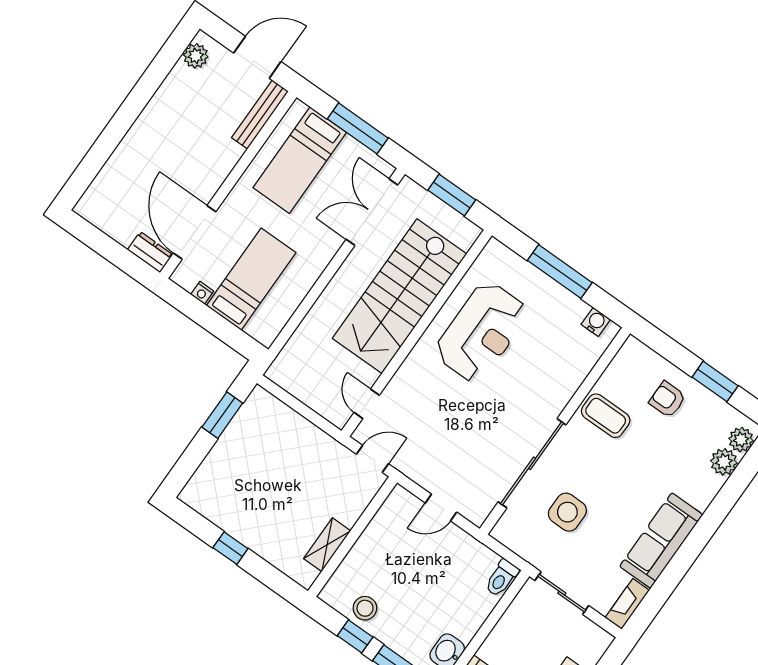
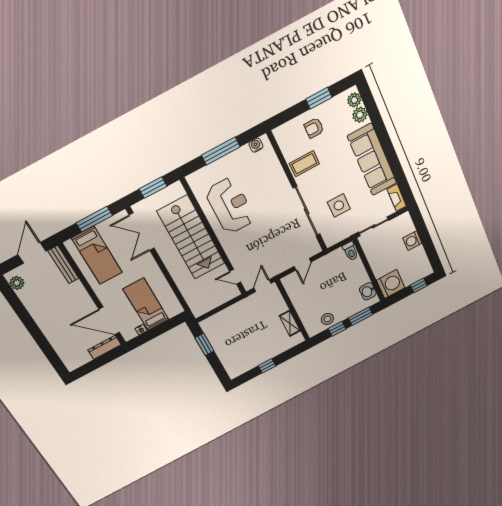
dresser: (150, 252) -> (105, 347), width x1.44
sofa: (661, 541) -> (372, 160), width x1.36, depth x1.27

